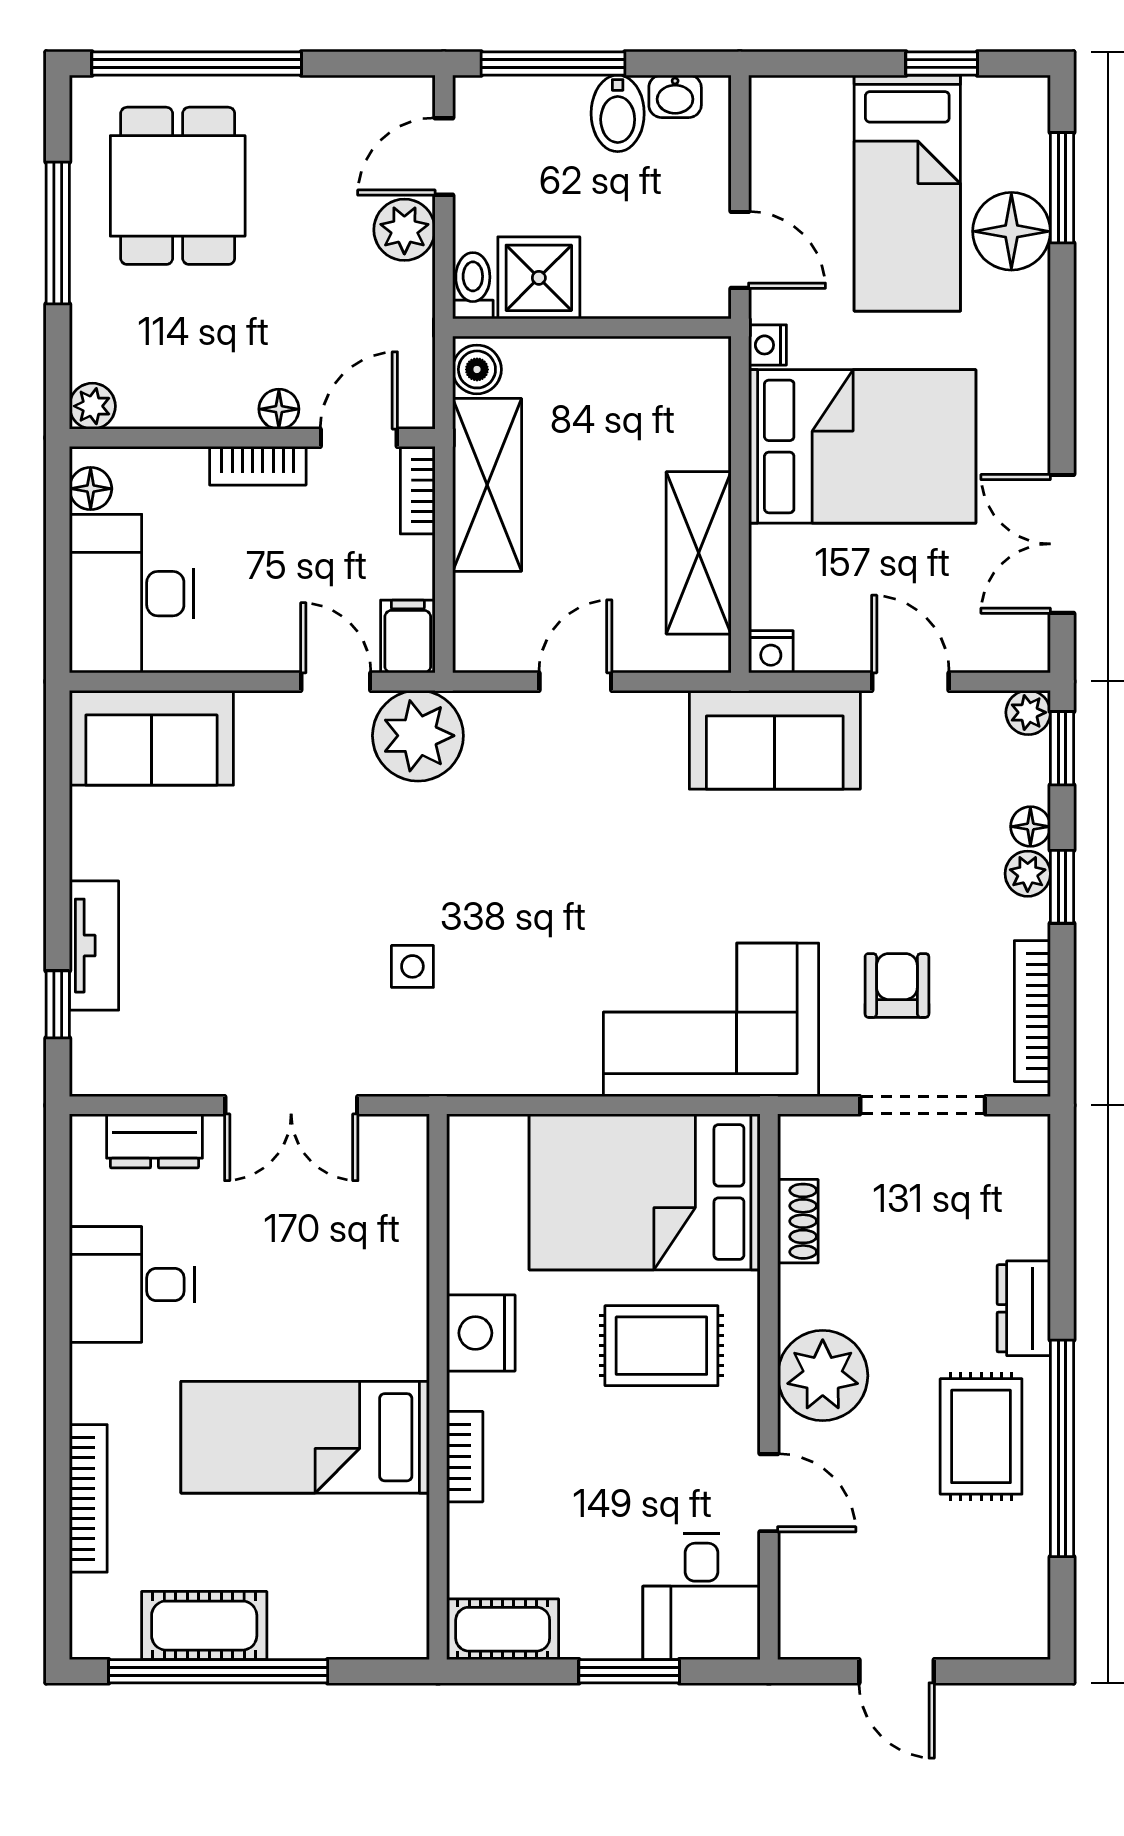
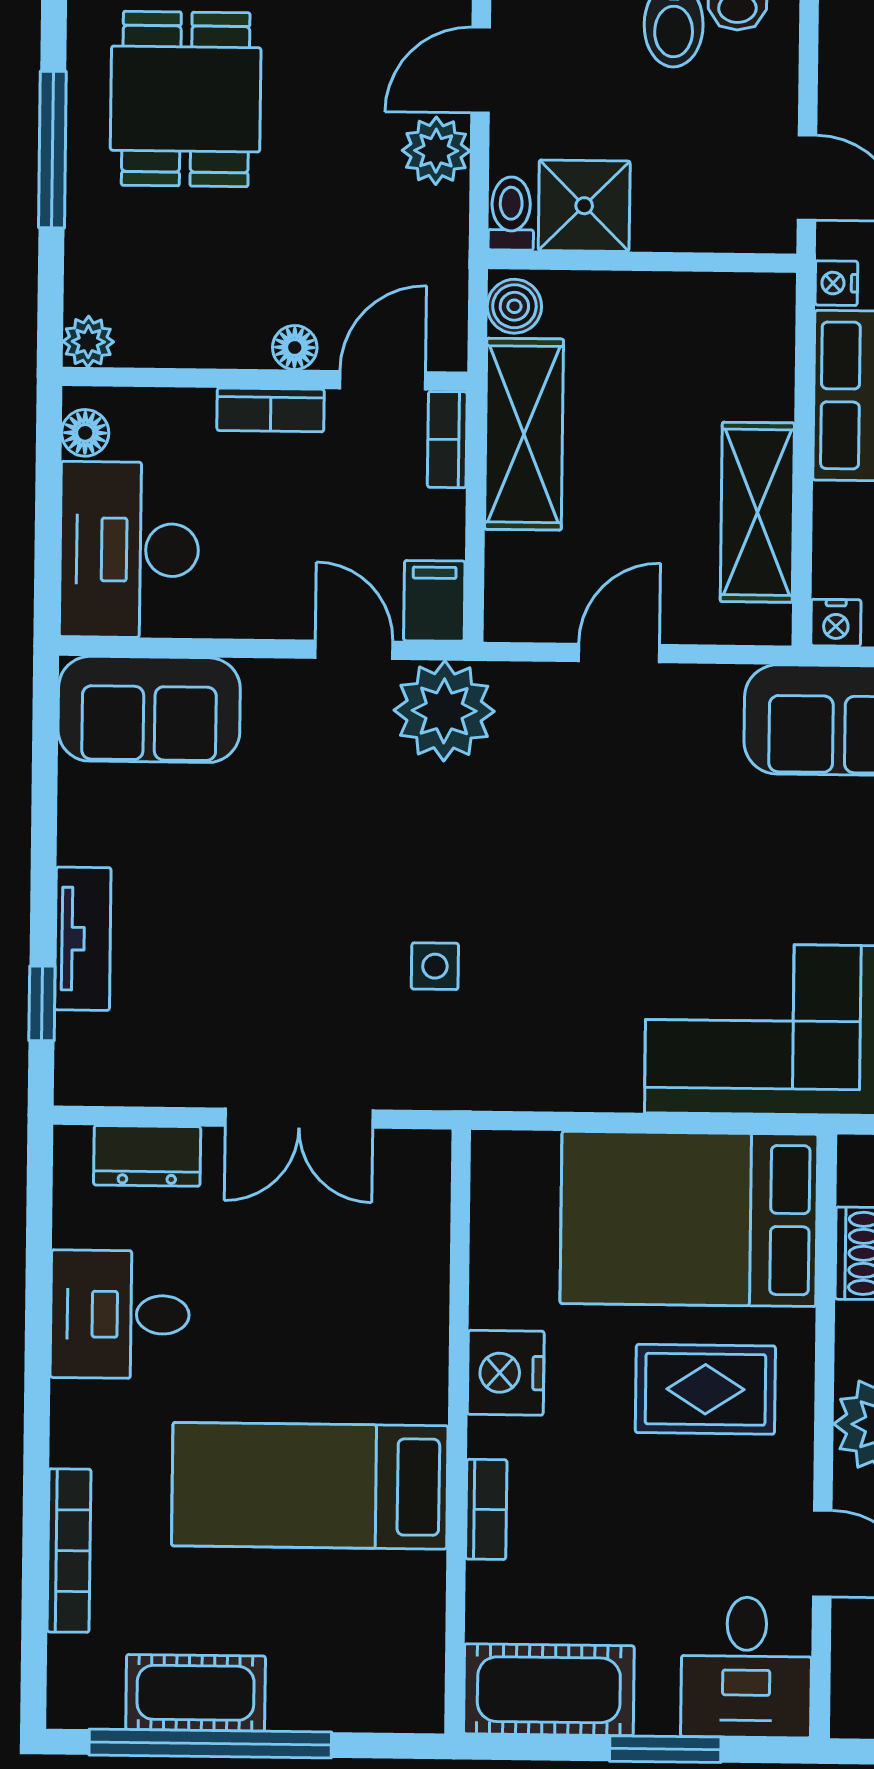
cot: (503, 1629) -> (549, 1690), width x1.37, depth x1.34

